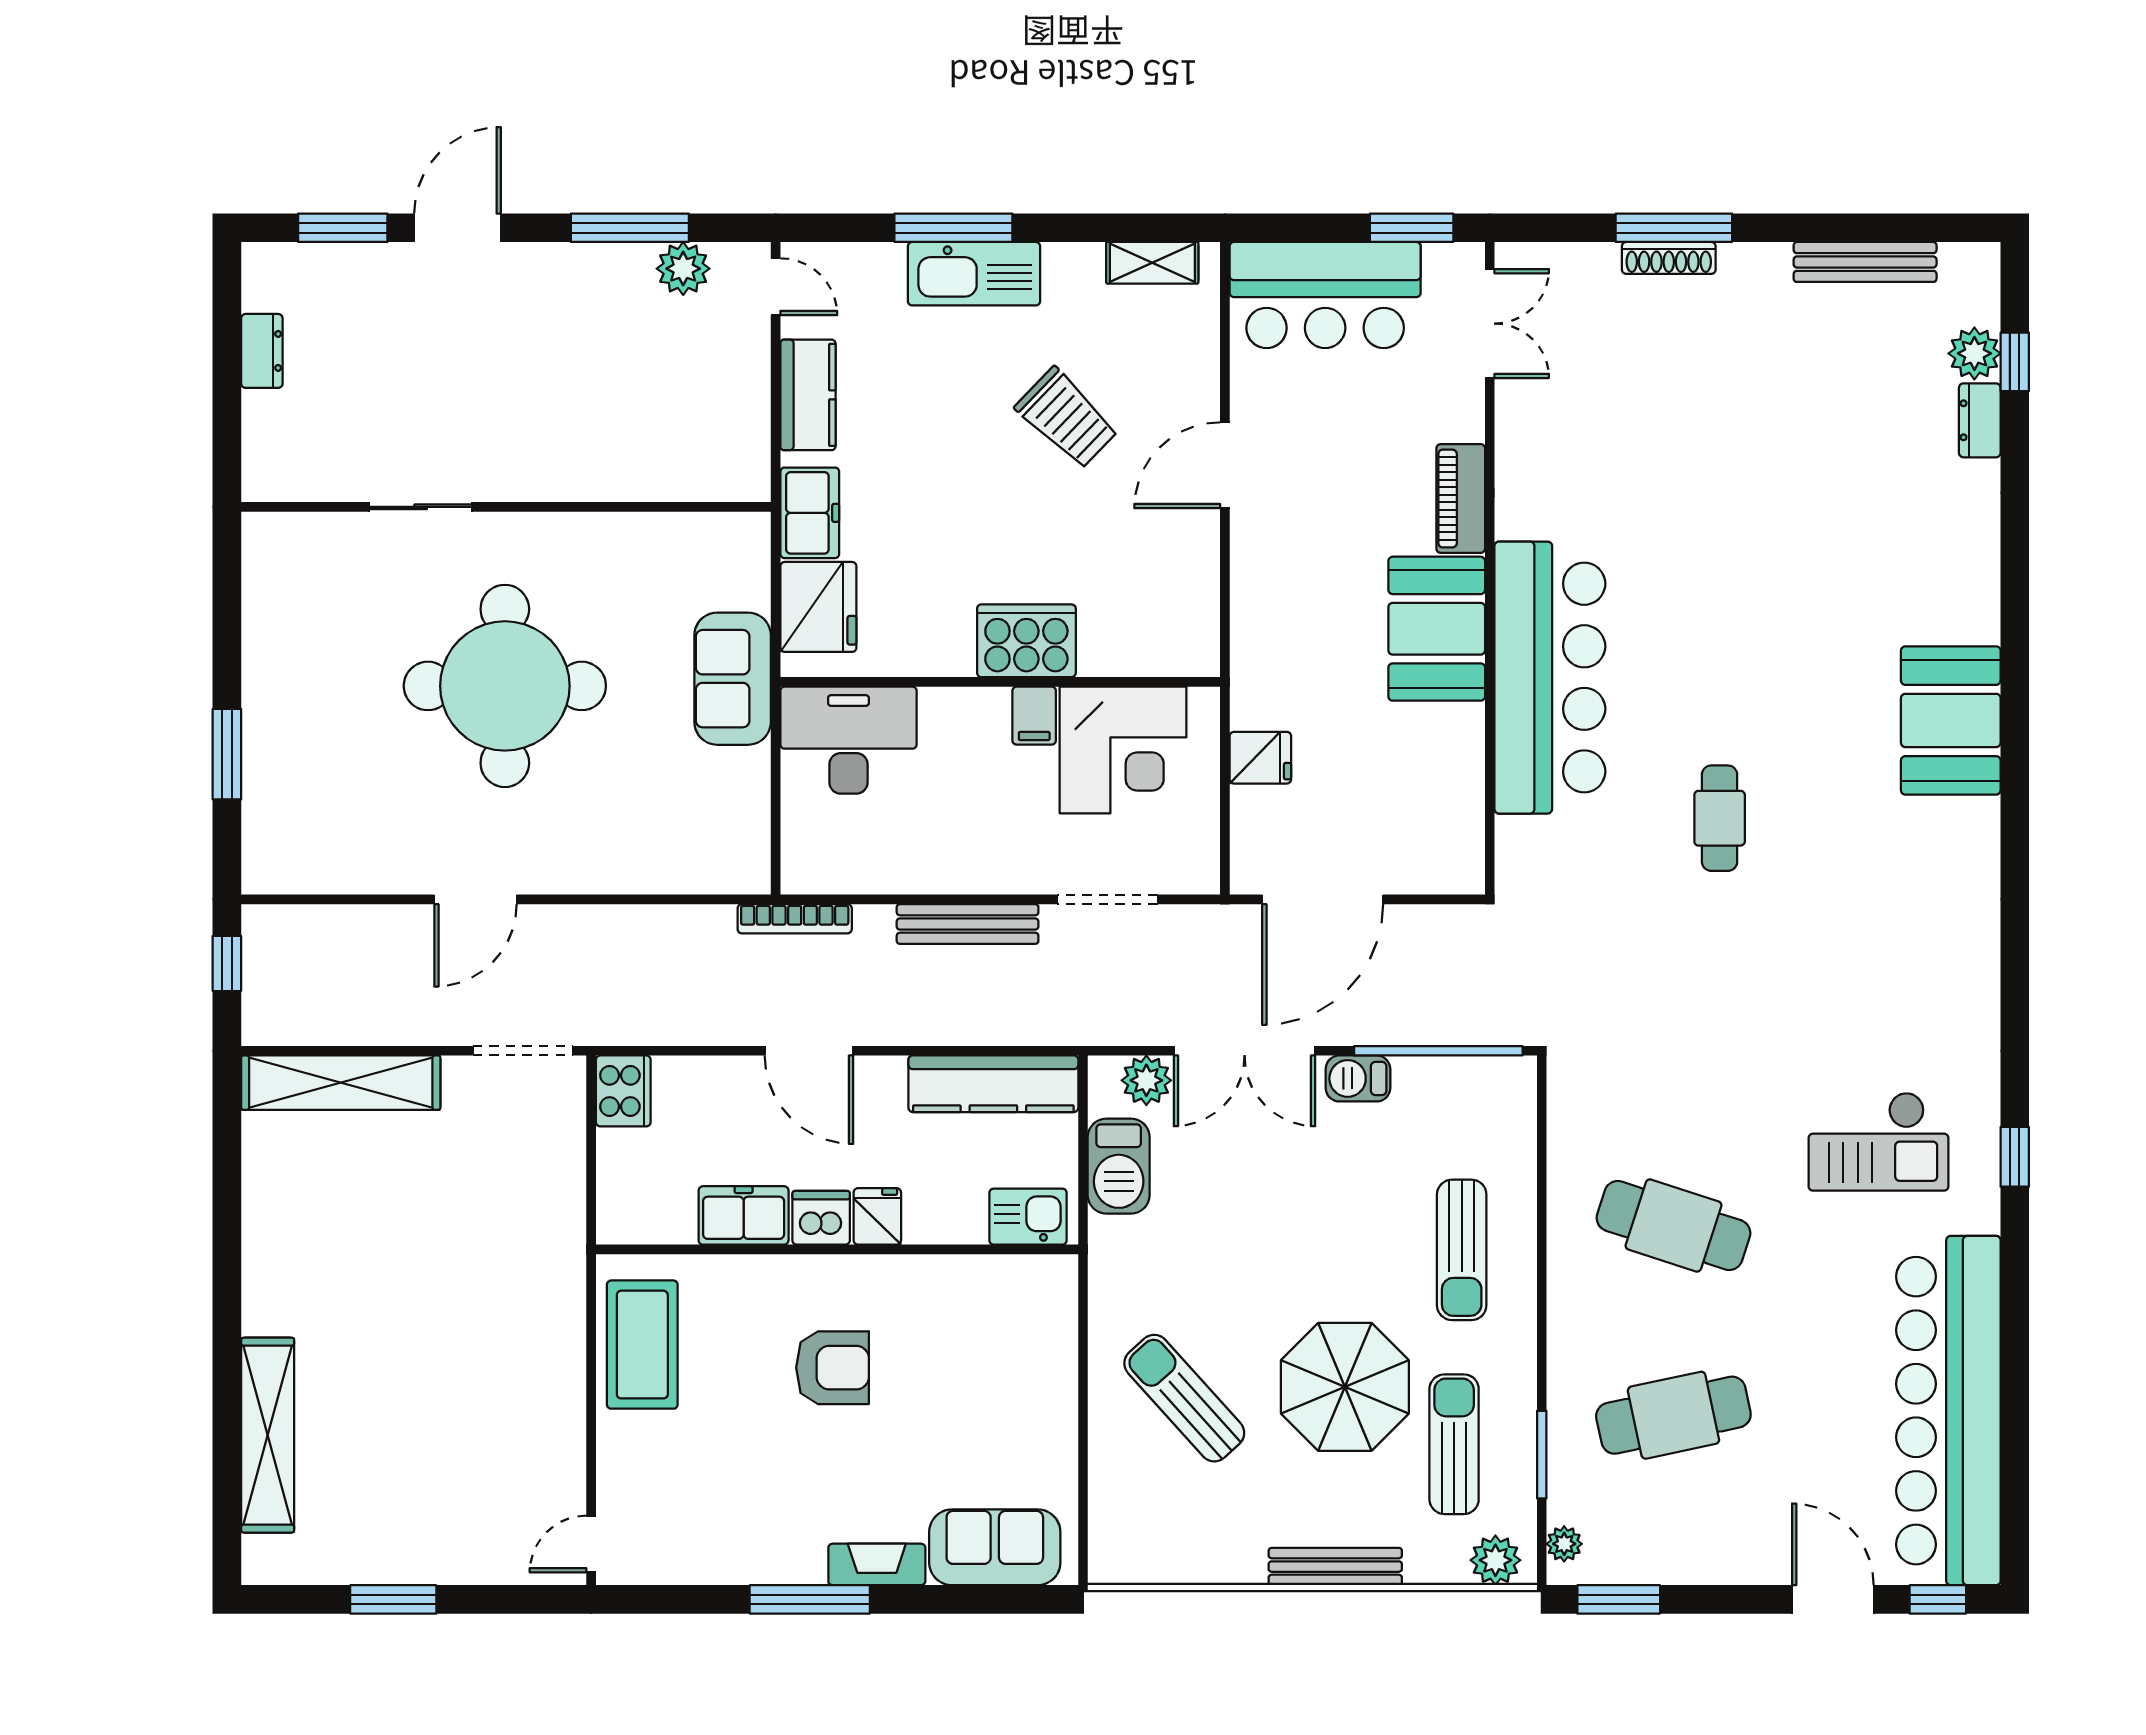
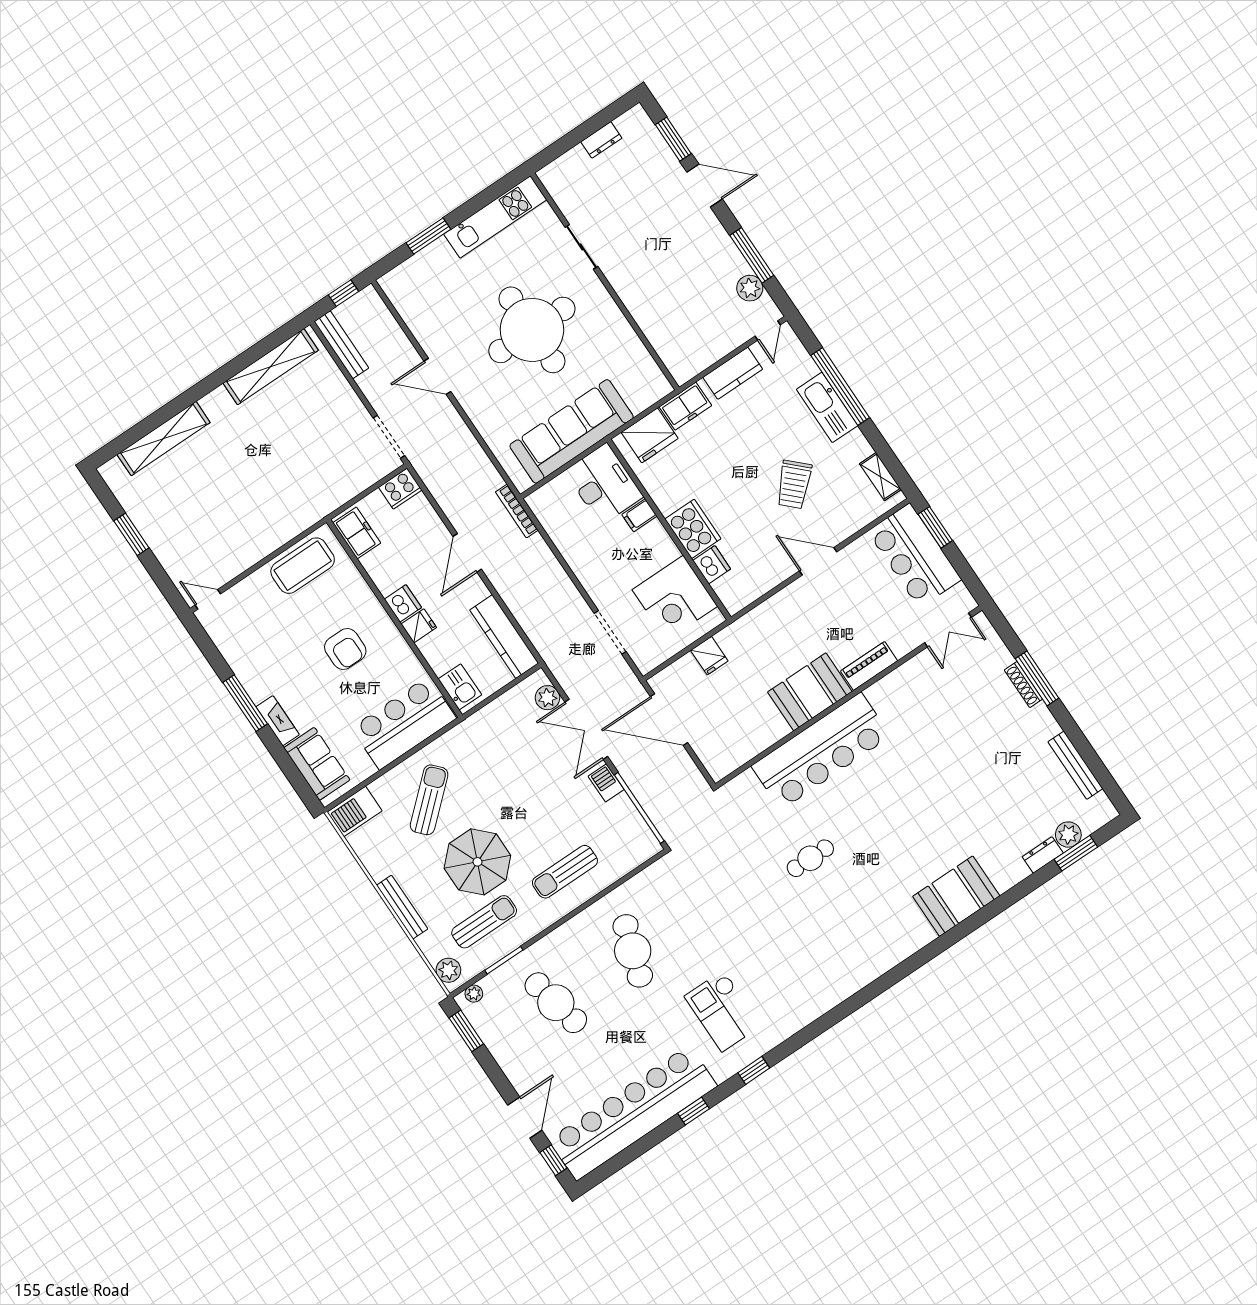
window: (953, 228) -> (840, 386), width x1.46
window: (1412, 228) -> (935, 527), moved
window: (2015, 362) -> (1076, 853), width x1.50
kitchen unit: (271, 619) -> (495, 217), added
dishwasher: (1109, 650) -> (712, 565), added
sofa: (733, 679) -> (572, 431), width x1.85, depth x1.27
filing cabinet: (1034, 716) -> (639, 515), moved
booth: (1951, 720) -> (956, 896), moved
bench: (968, 924) -> (341, 345), moved
shelving: (341, 1083) -> (271, 367), moved, turned 90
barbecue: (1119, 1166) -> (355, 811), moved
freezer: (744, 1215) -> (357, 533), moved
window: (2015, 1305) -> (694, 1111), added
bar counter: (1025, 1353) -> (404, 723), added

